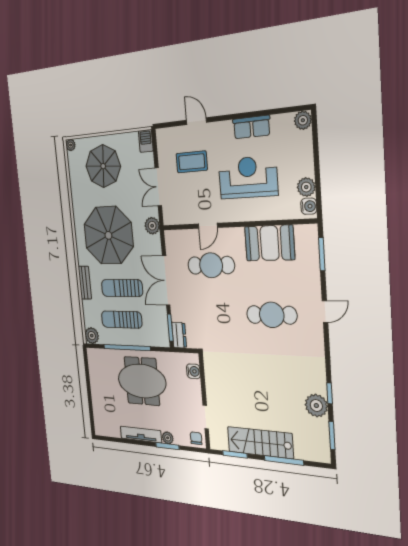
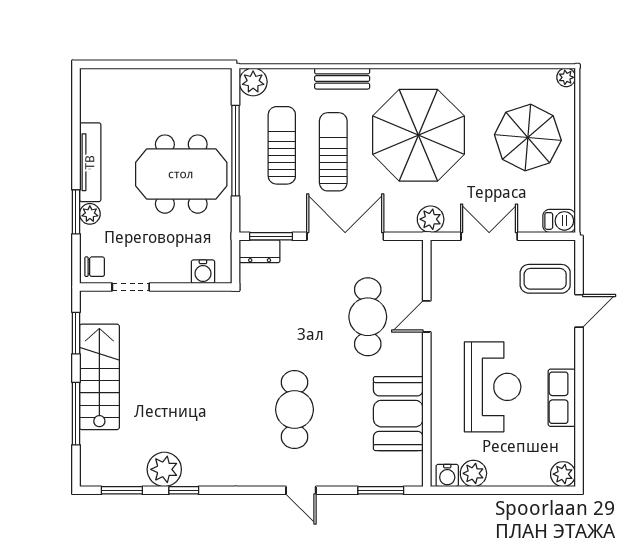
coffee table: (192, 162) -> (545, 279), moved, turned 90
door: (208, 226) -> (427, 316), hinge flipped
meeting table: (142, 381) -> (181, 174), turned 90

